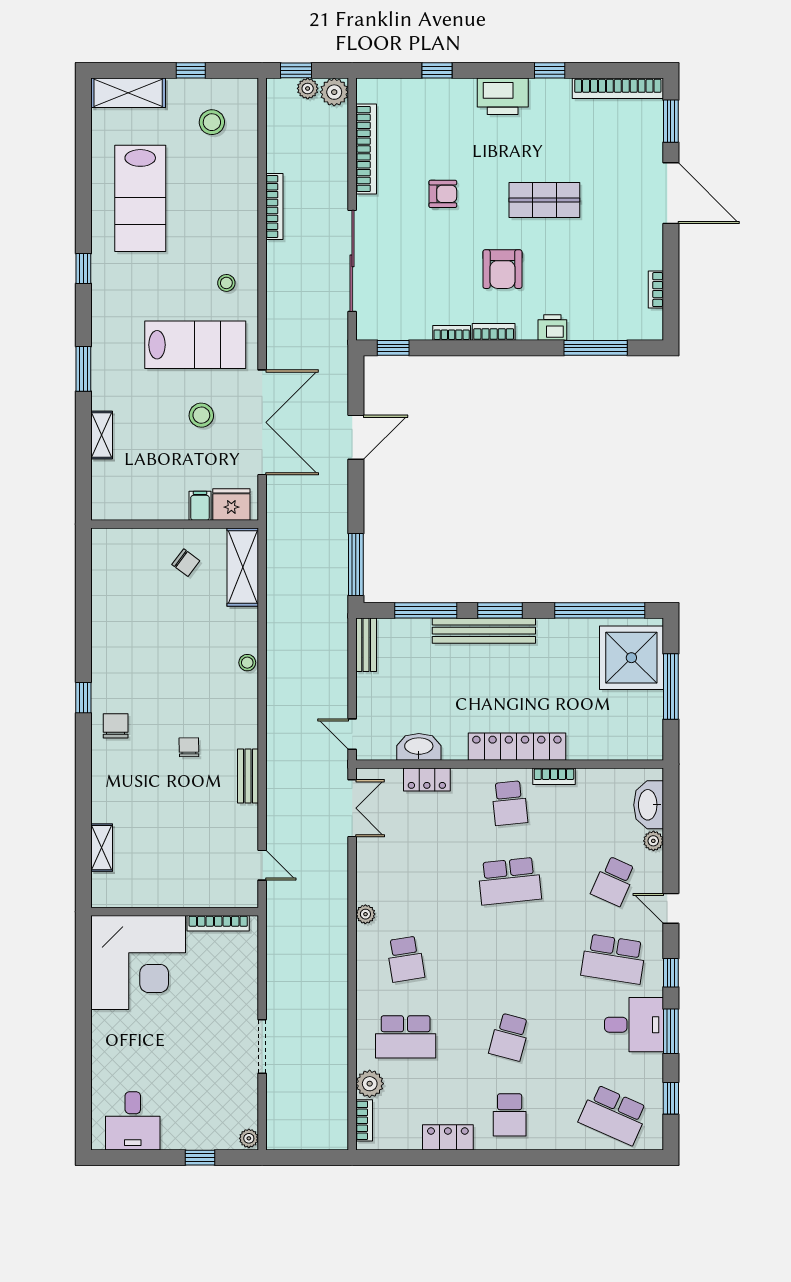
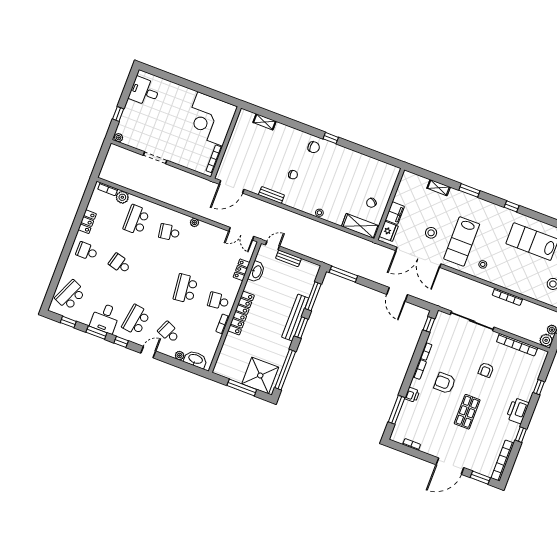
filing cabinet: (200, 506) -> (395, 213), width x2.00
bench: (366, 645) -> (288, 258), moved
door: (262, 865) -> (232, 187), width x1.88

